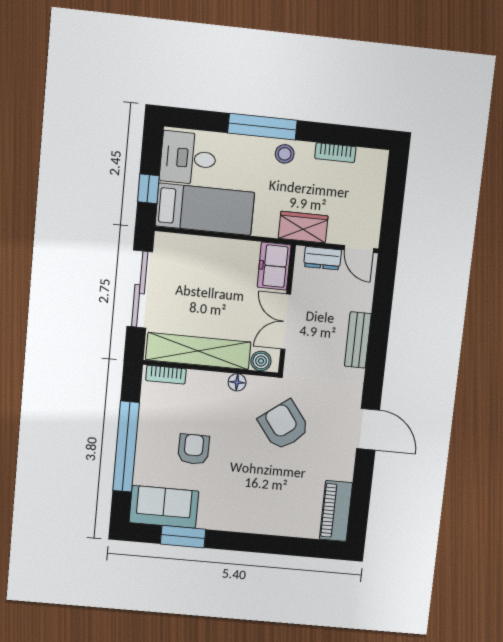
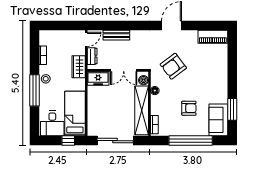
bench: (358, 340) -> (116, 35), moved
armchair: (194, 449) -> (189, 108), turned 180

